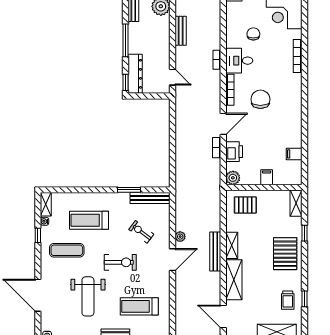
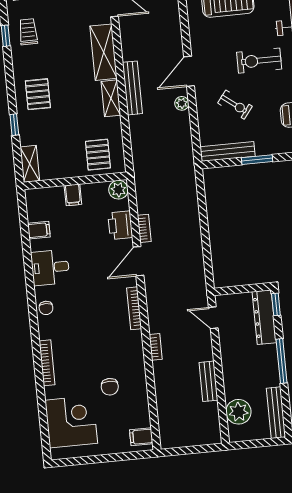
desk: (239, 61) -> (50, 267), moved, turned 180
chair: (260, 99) -> (46, 308), moved, width x0.54, depth x0.54
pallet: (245, 205) -> (98, 155), turned 90
pallet: (285, 254) -> (38, 94), width x0.67, depth x0.71

